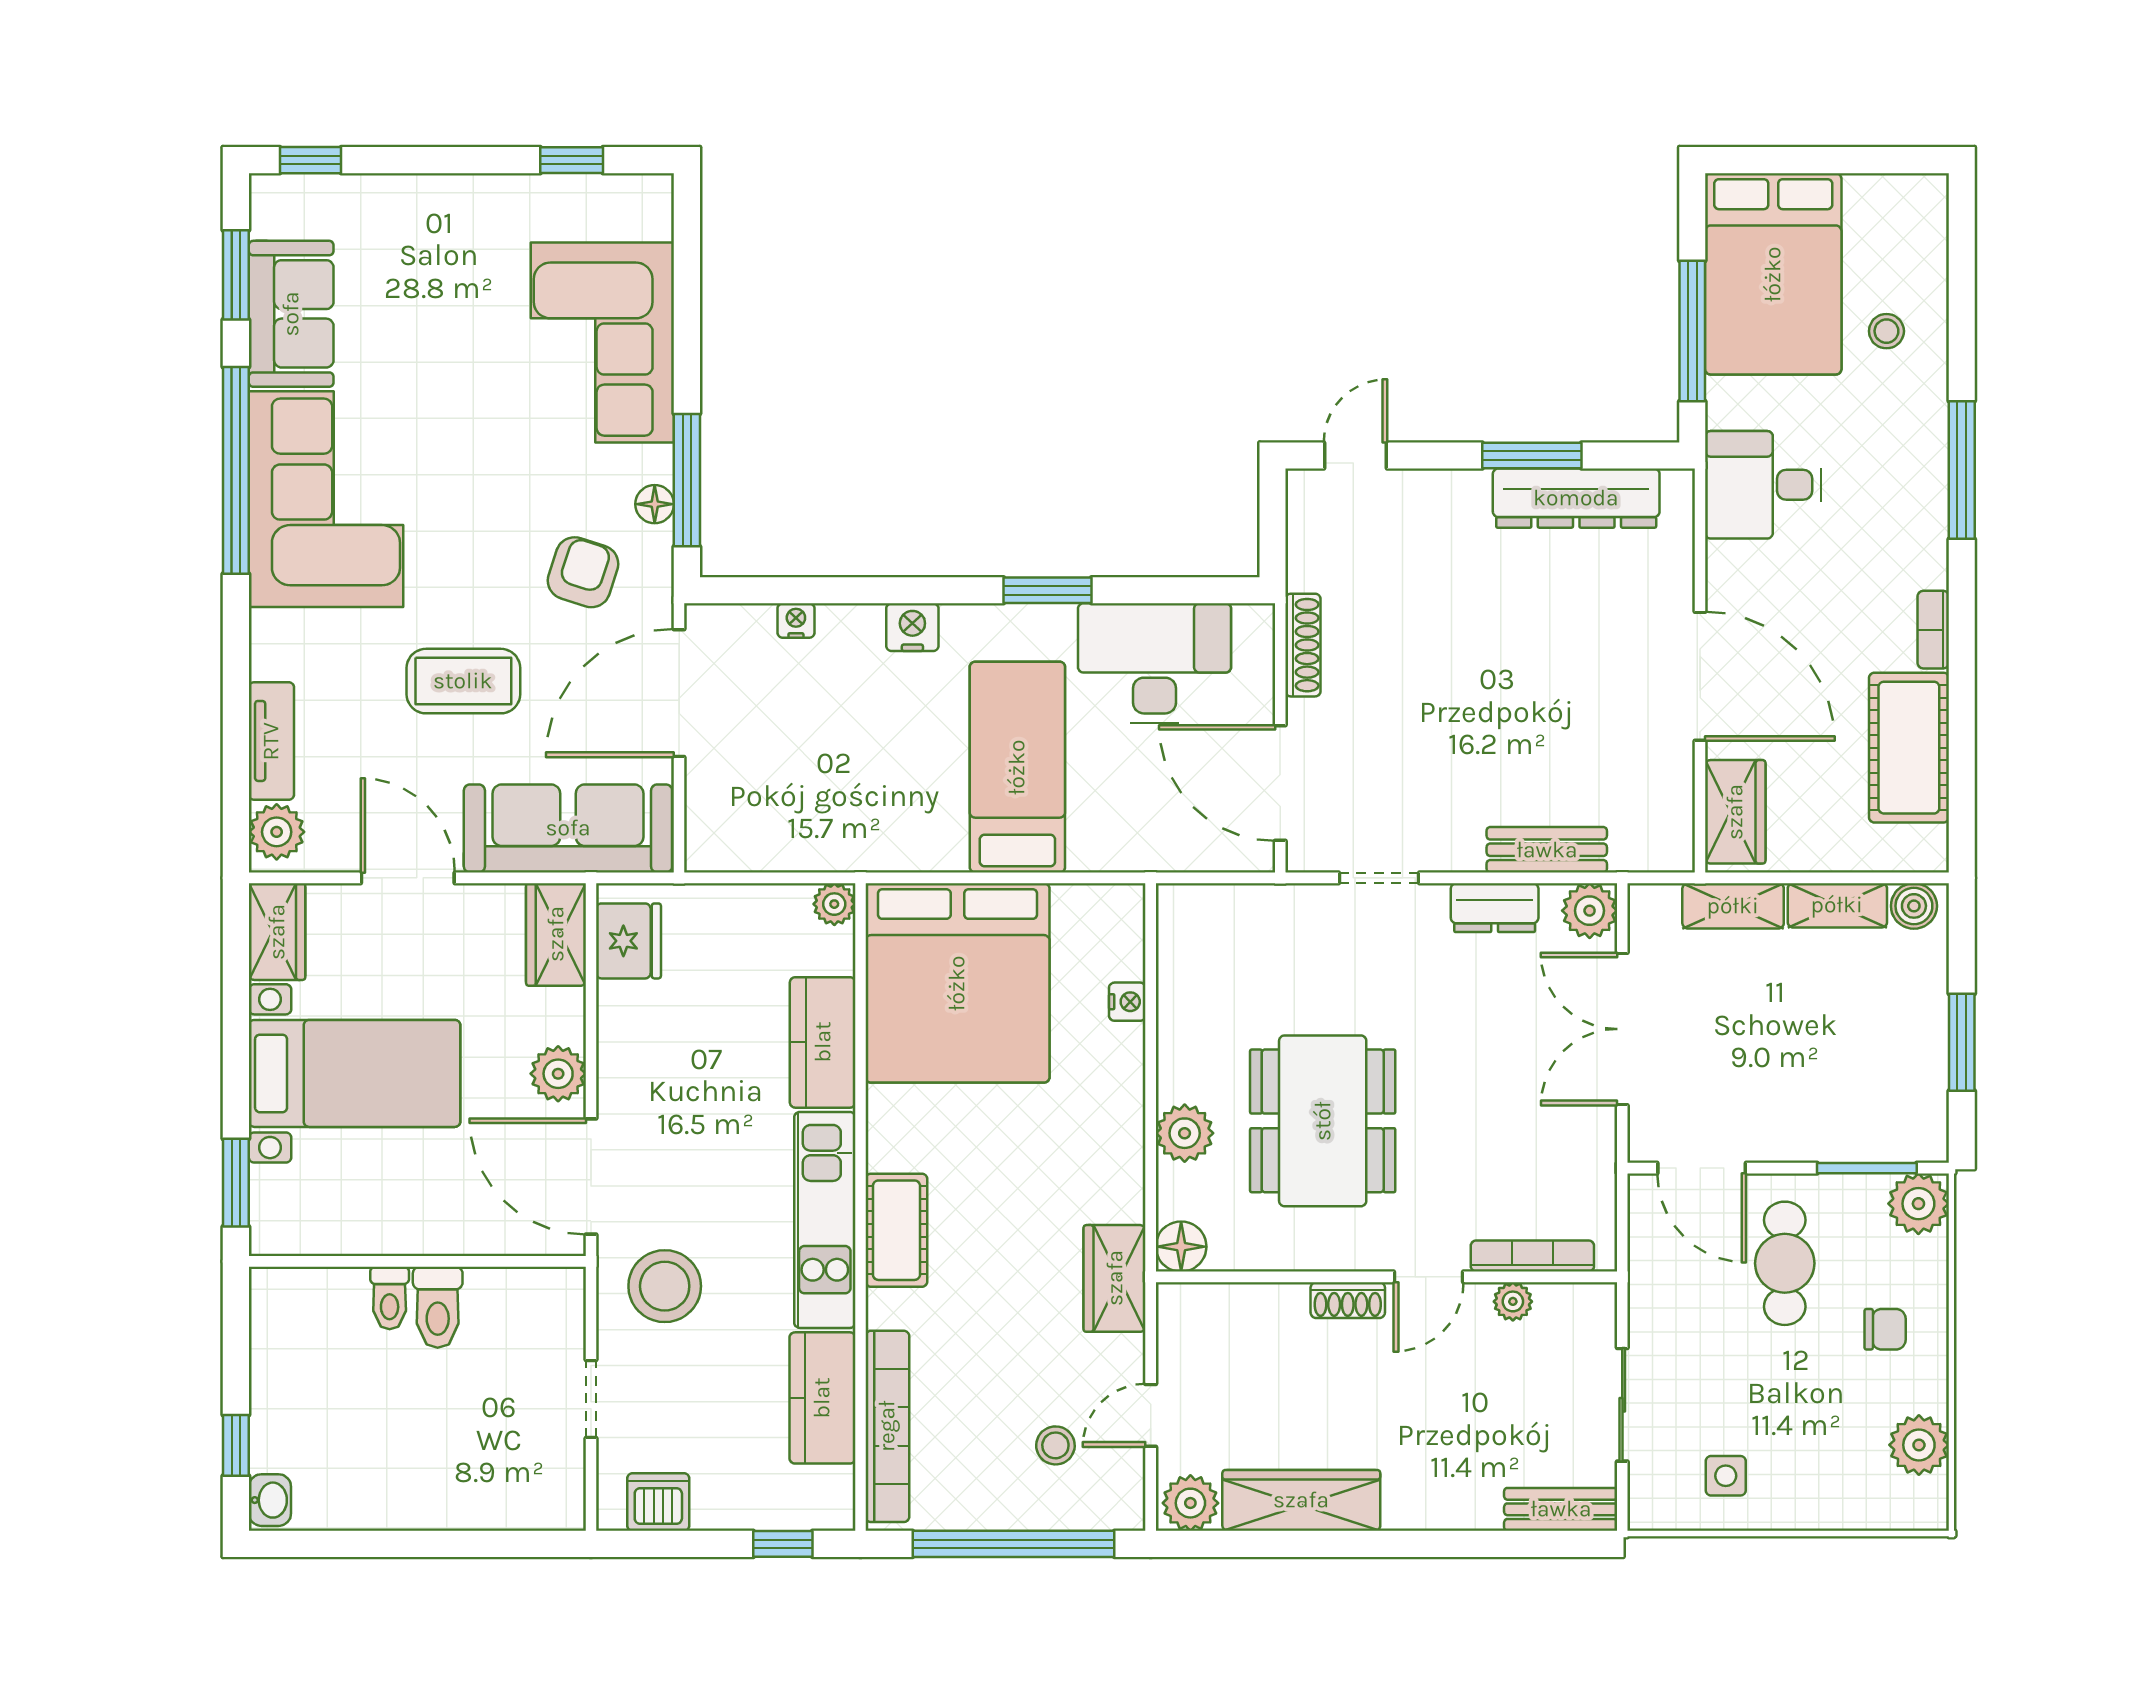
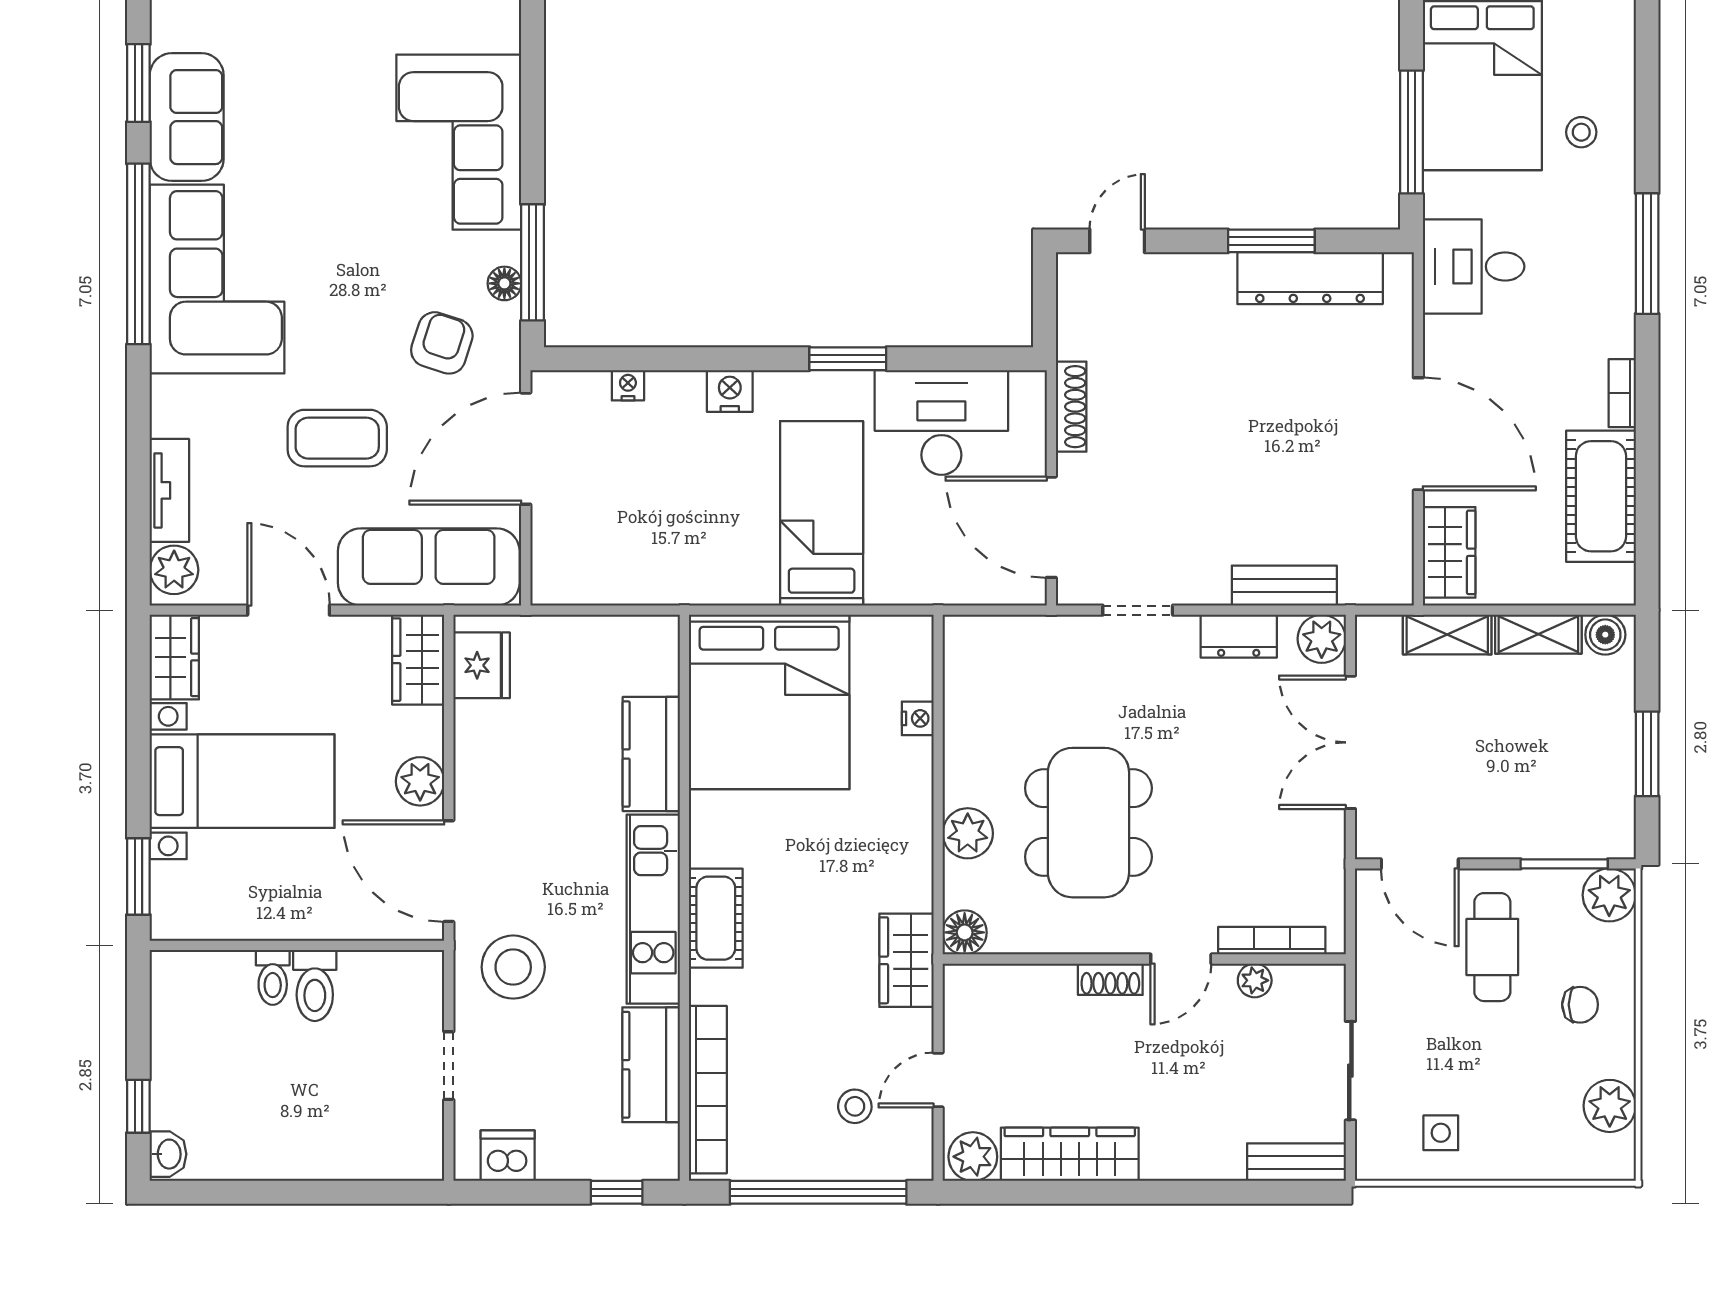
plant: (834, 904) -> (661, 633), removed

